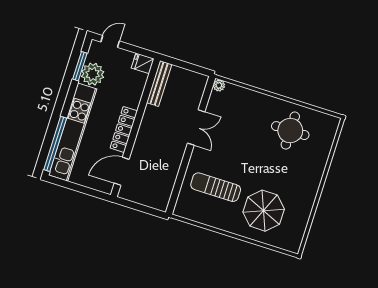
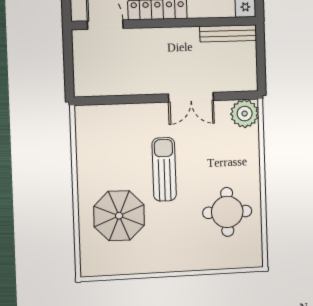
plant: (219, 85) -> (245, 114), width x1.87, depth x1.87
sun lounger: (216, 187) -> (164, 169), moved

